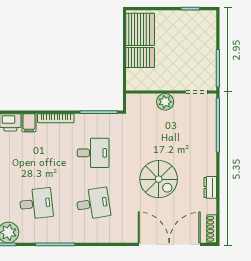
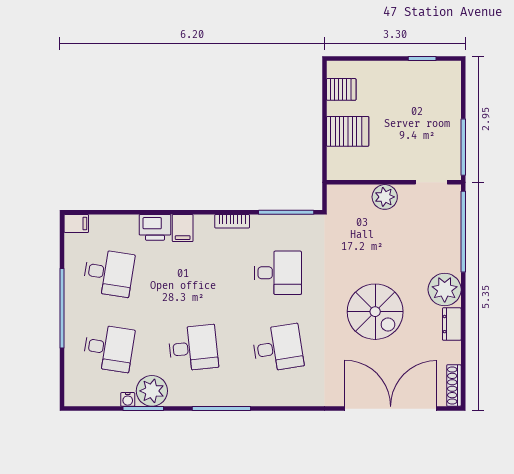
server rack: (140, 29) -> (341, 89), width x0.46, depth x0.70
bookcase: (56, 118) -> (232, 221), width x0.64
plant: (205, 164) -> (445, 290), added

